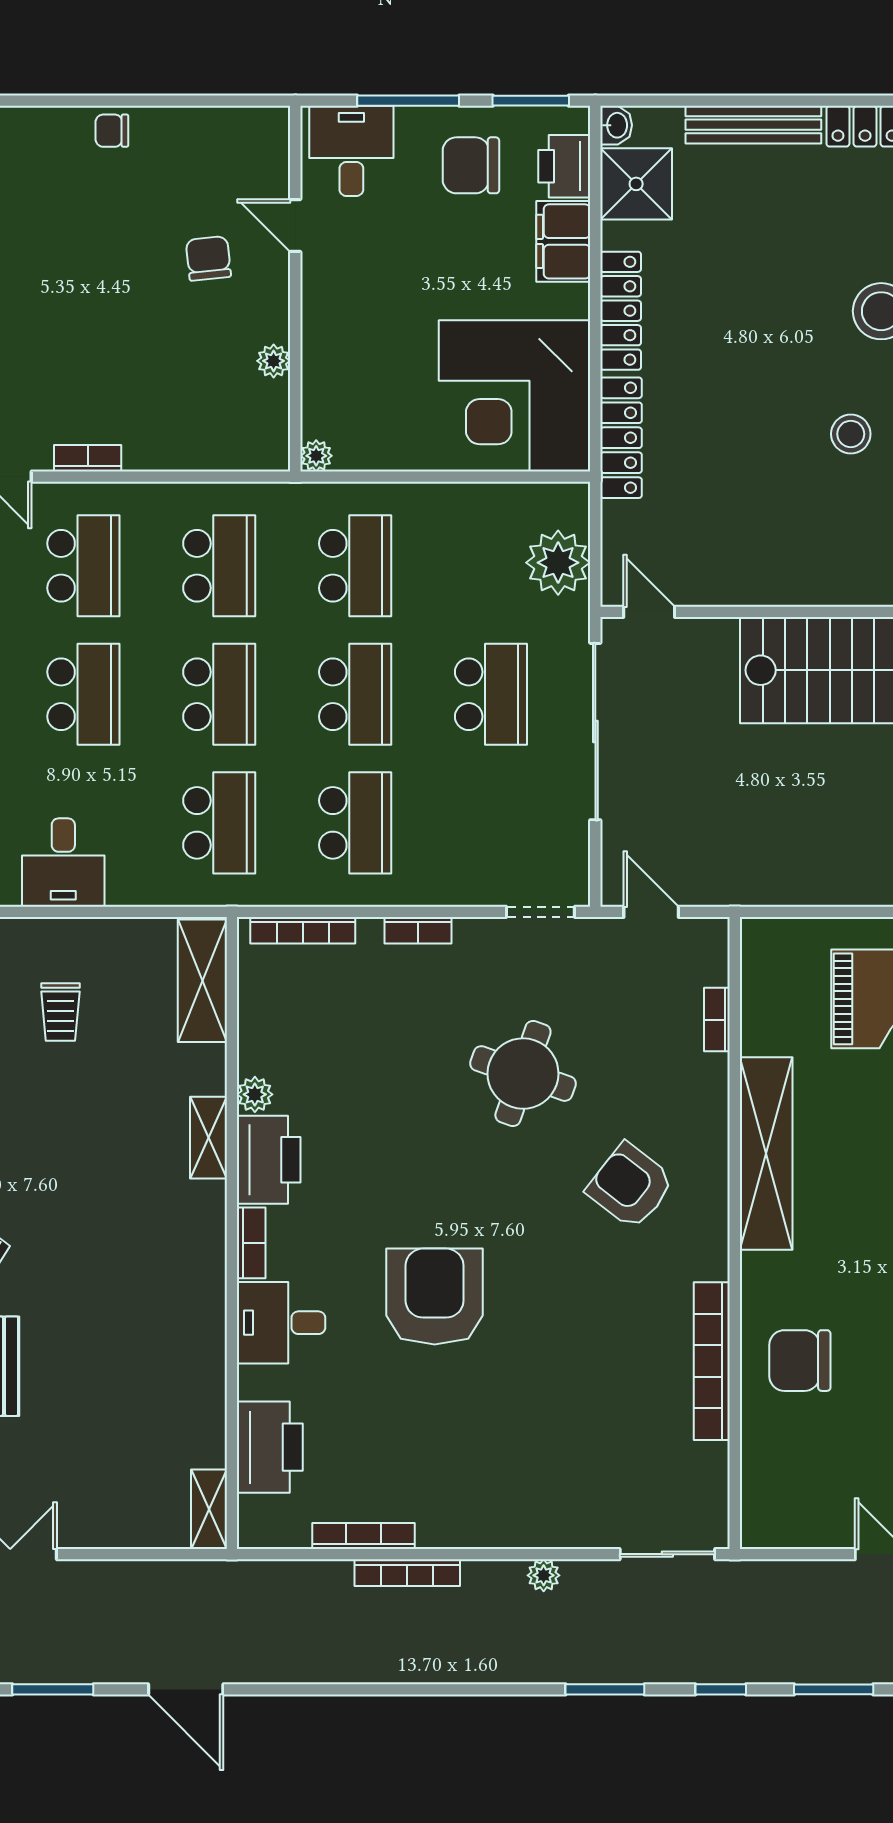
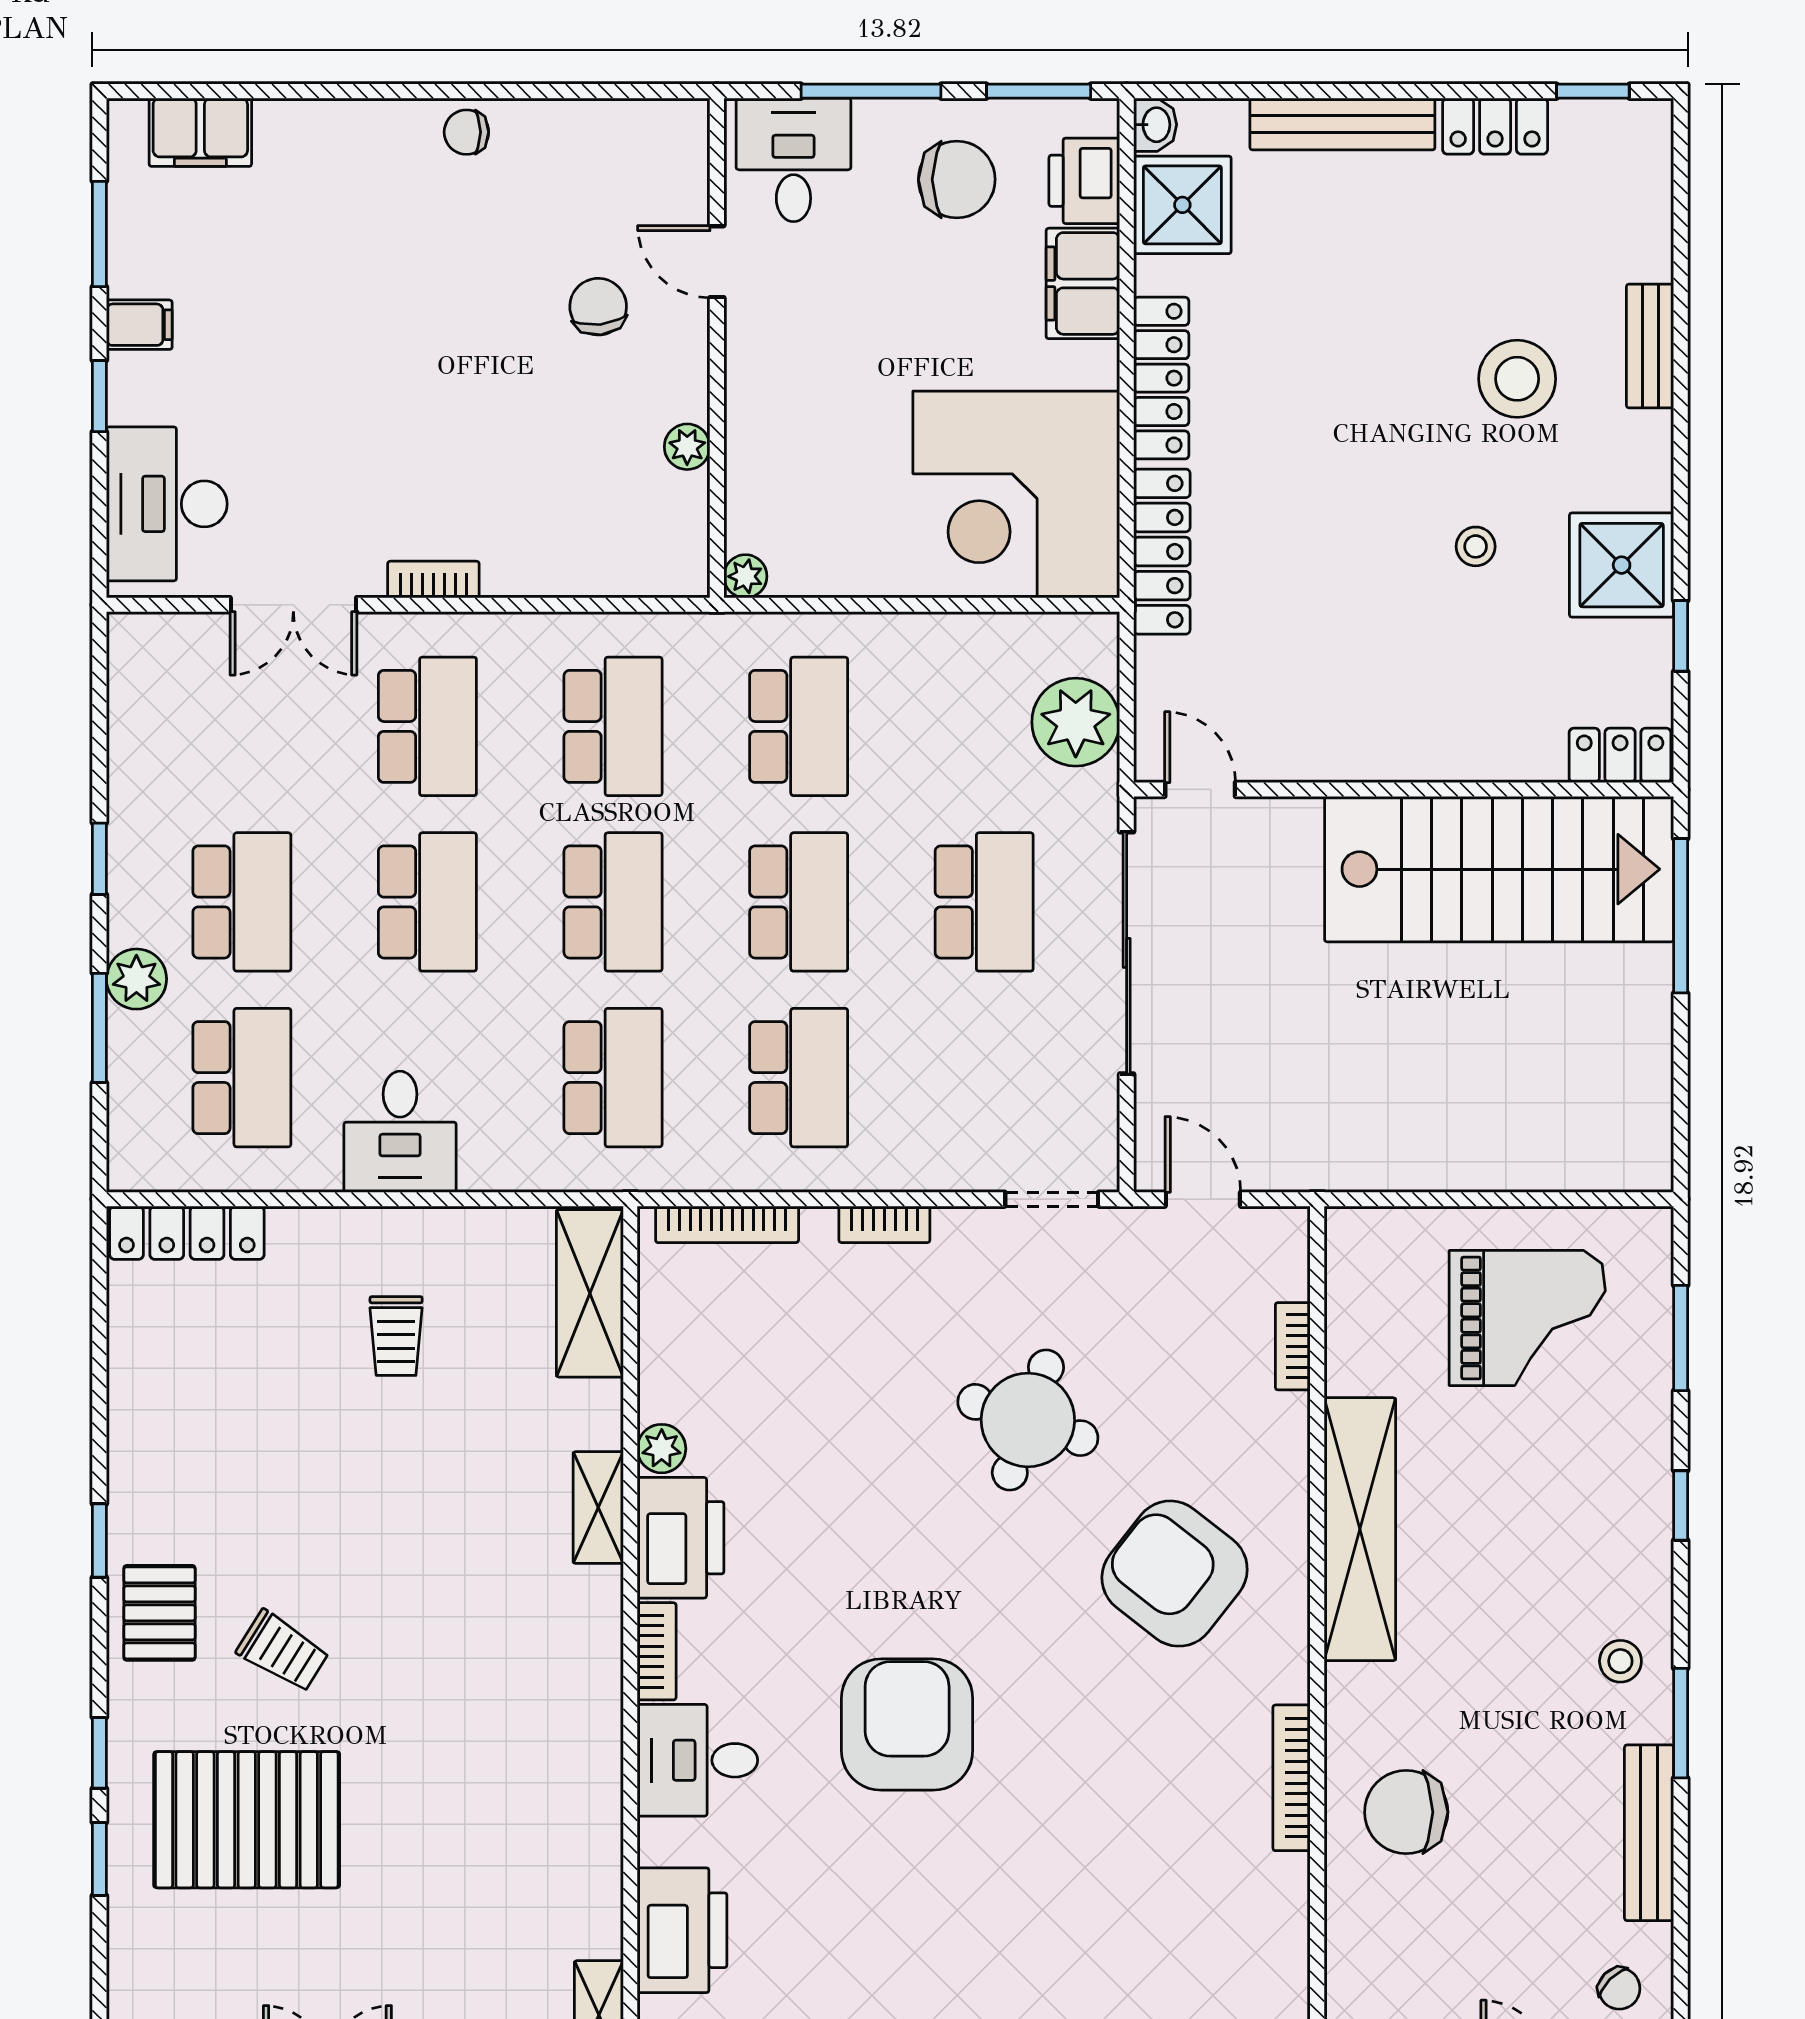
chair: (471, 165) -> (957, 179), turned 180
stool: (851, 434) -> (1476, 546), width x0.73, depth x0.73
armchair: (630, 1186) -> (1175, 1574), width x1.36, depth x1.36
bookcase: (712, 1361) -> (1292, 1778), width x0.68, depth x0.76

